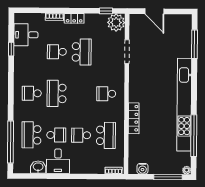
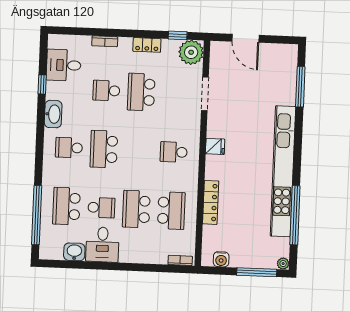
locker: (74, 18) -> (147, 45), moved
school desk: (82, 52) -> (141, 92), turned 180
washbasin: (20, 70) -> (53, 114), added
fridge: (135, 89) -> (215, 146), added
locker: (134, 118) -> (211, 202), moved
school desk: (81, 135) -> (136, 209), width x1.85

